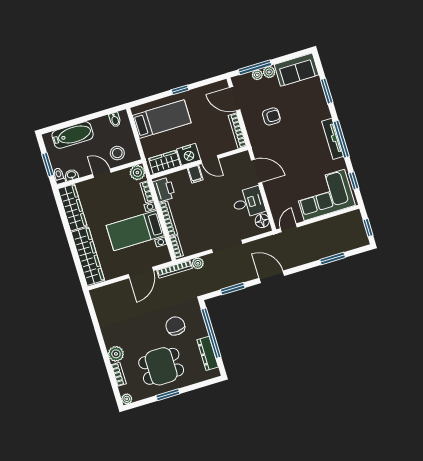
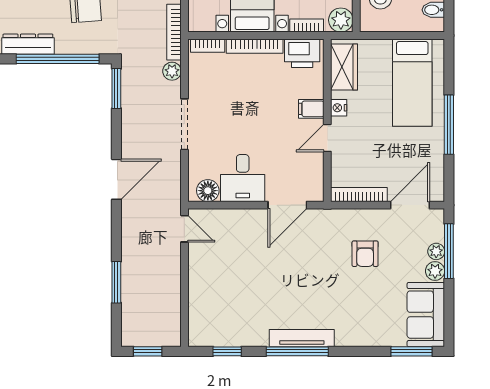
window: (180, 90) -> (449, 125), width x2.17
window: (327, 91) -> (412, 351), moved
nightstand: (189, 154) -> (339, 108), width x0.53, depth x0.56
corner sofa: (324, 195) -> (219, 299), removed
window: (233, 289) -> (116, 89), moved

